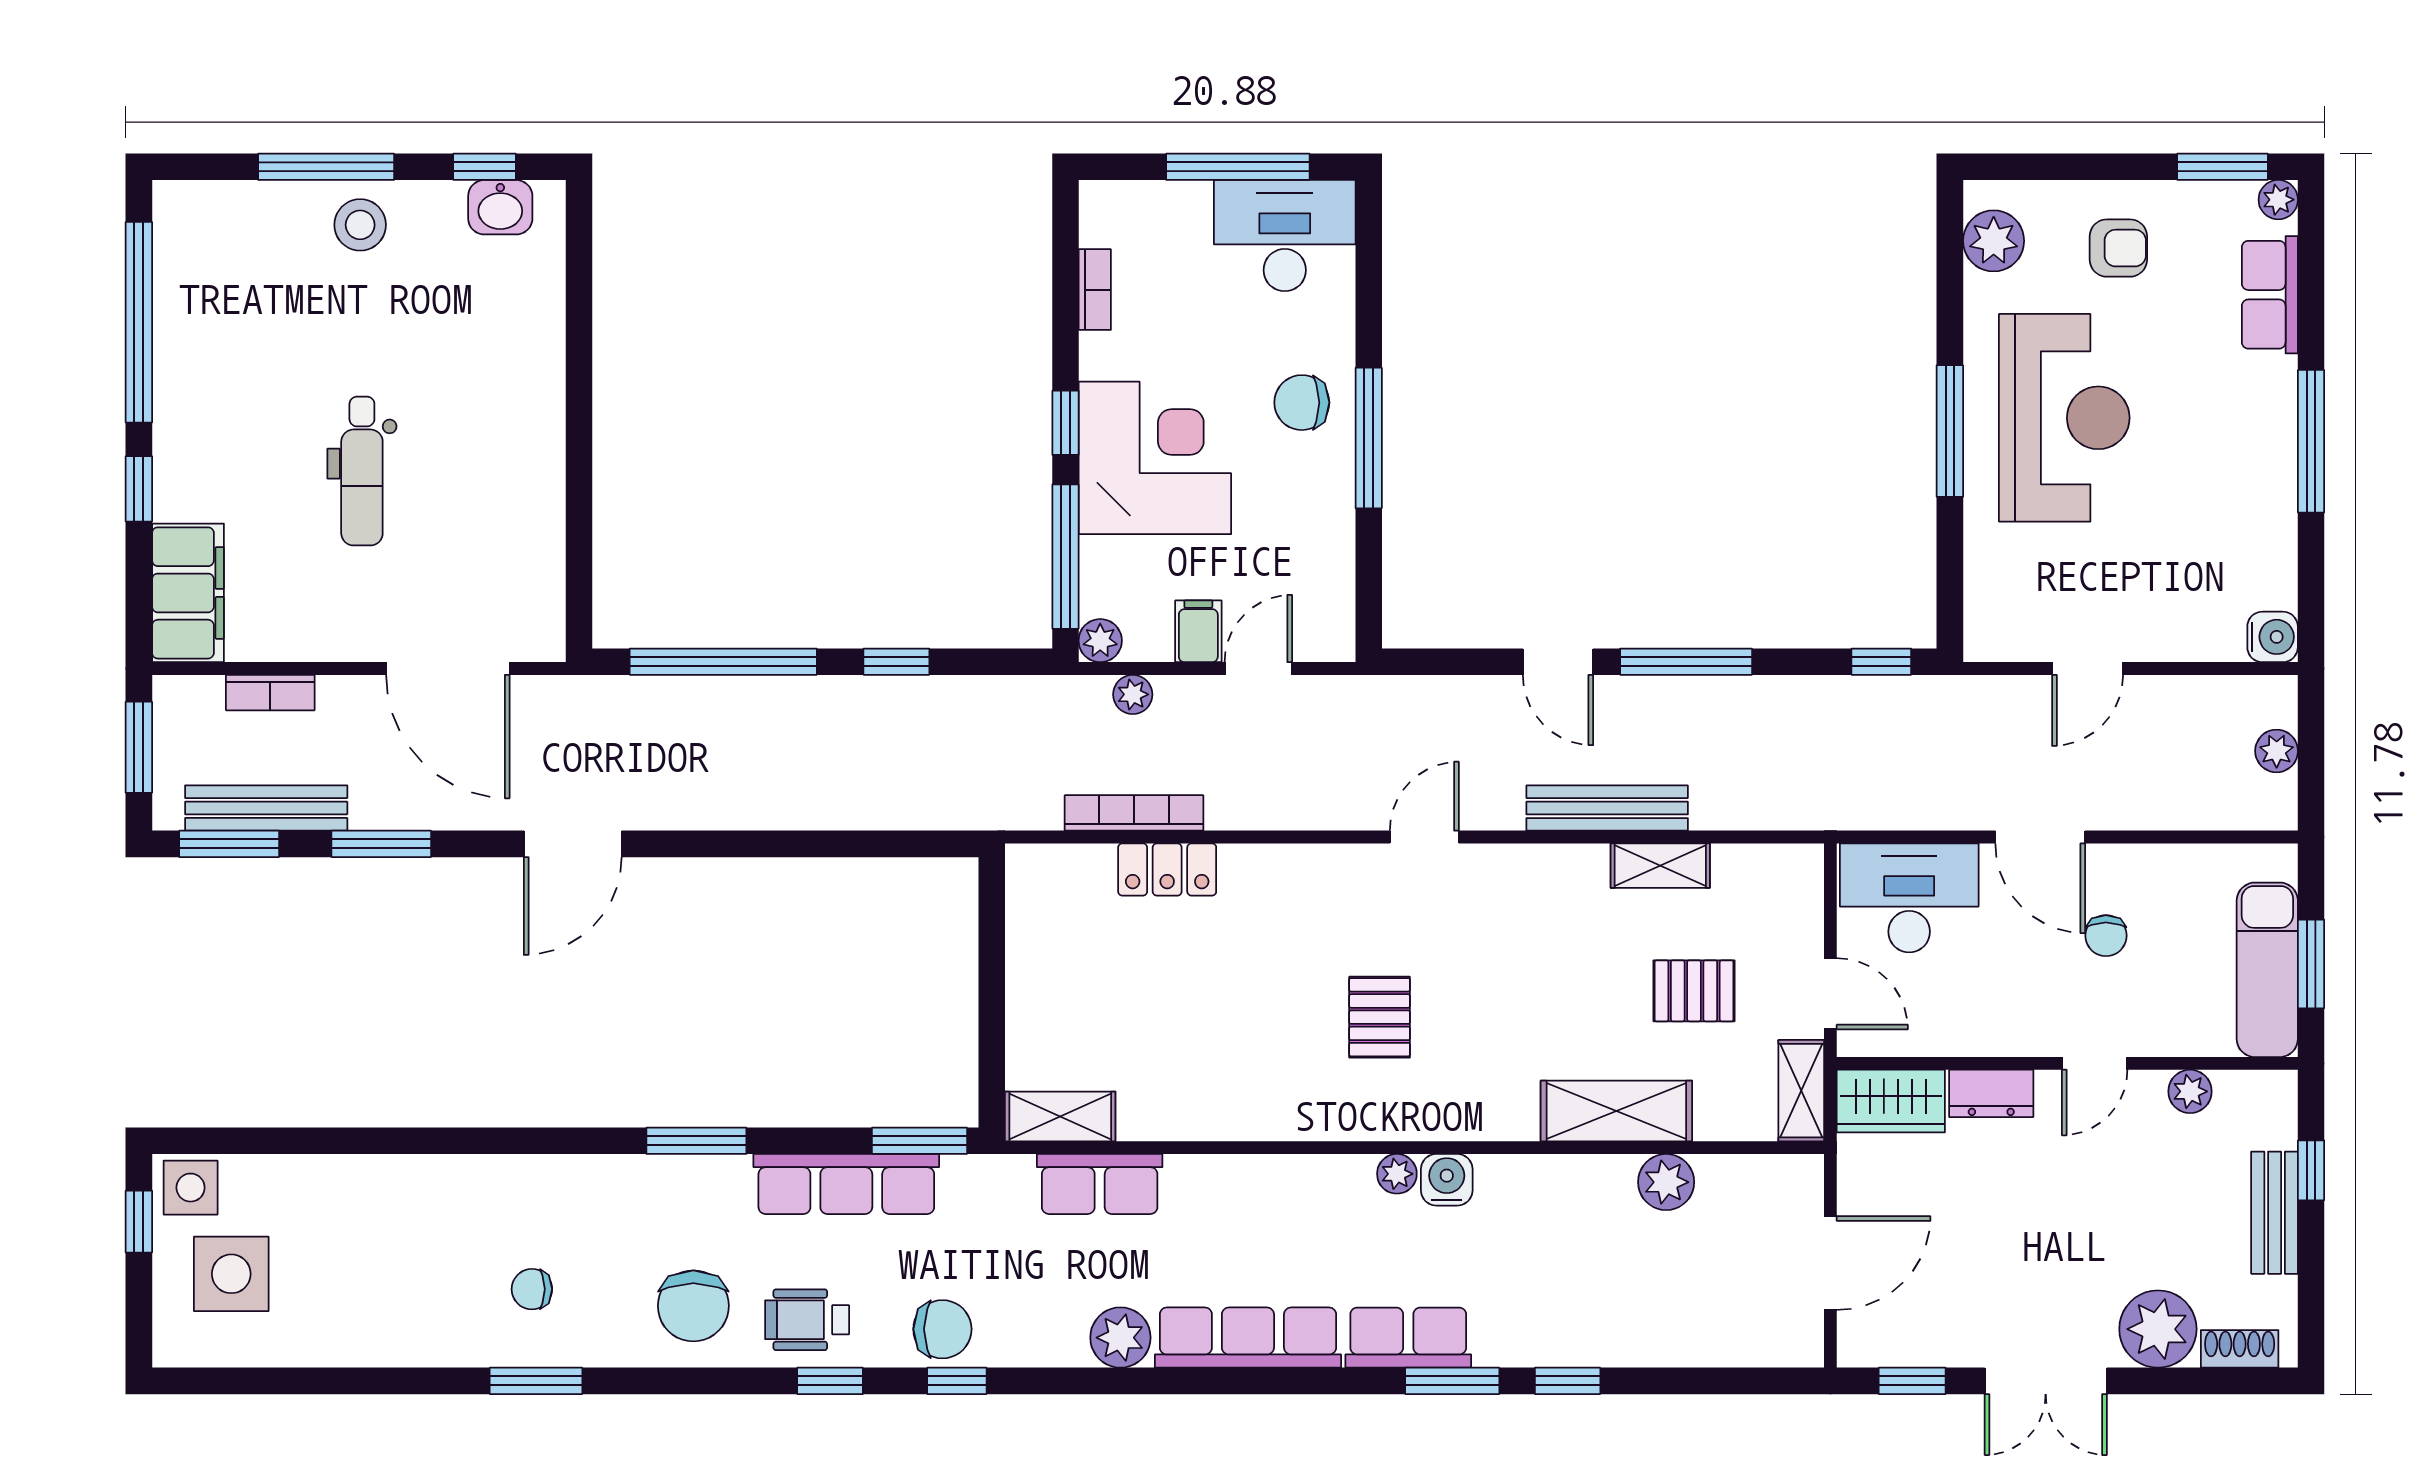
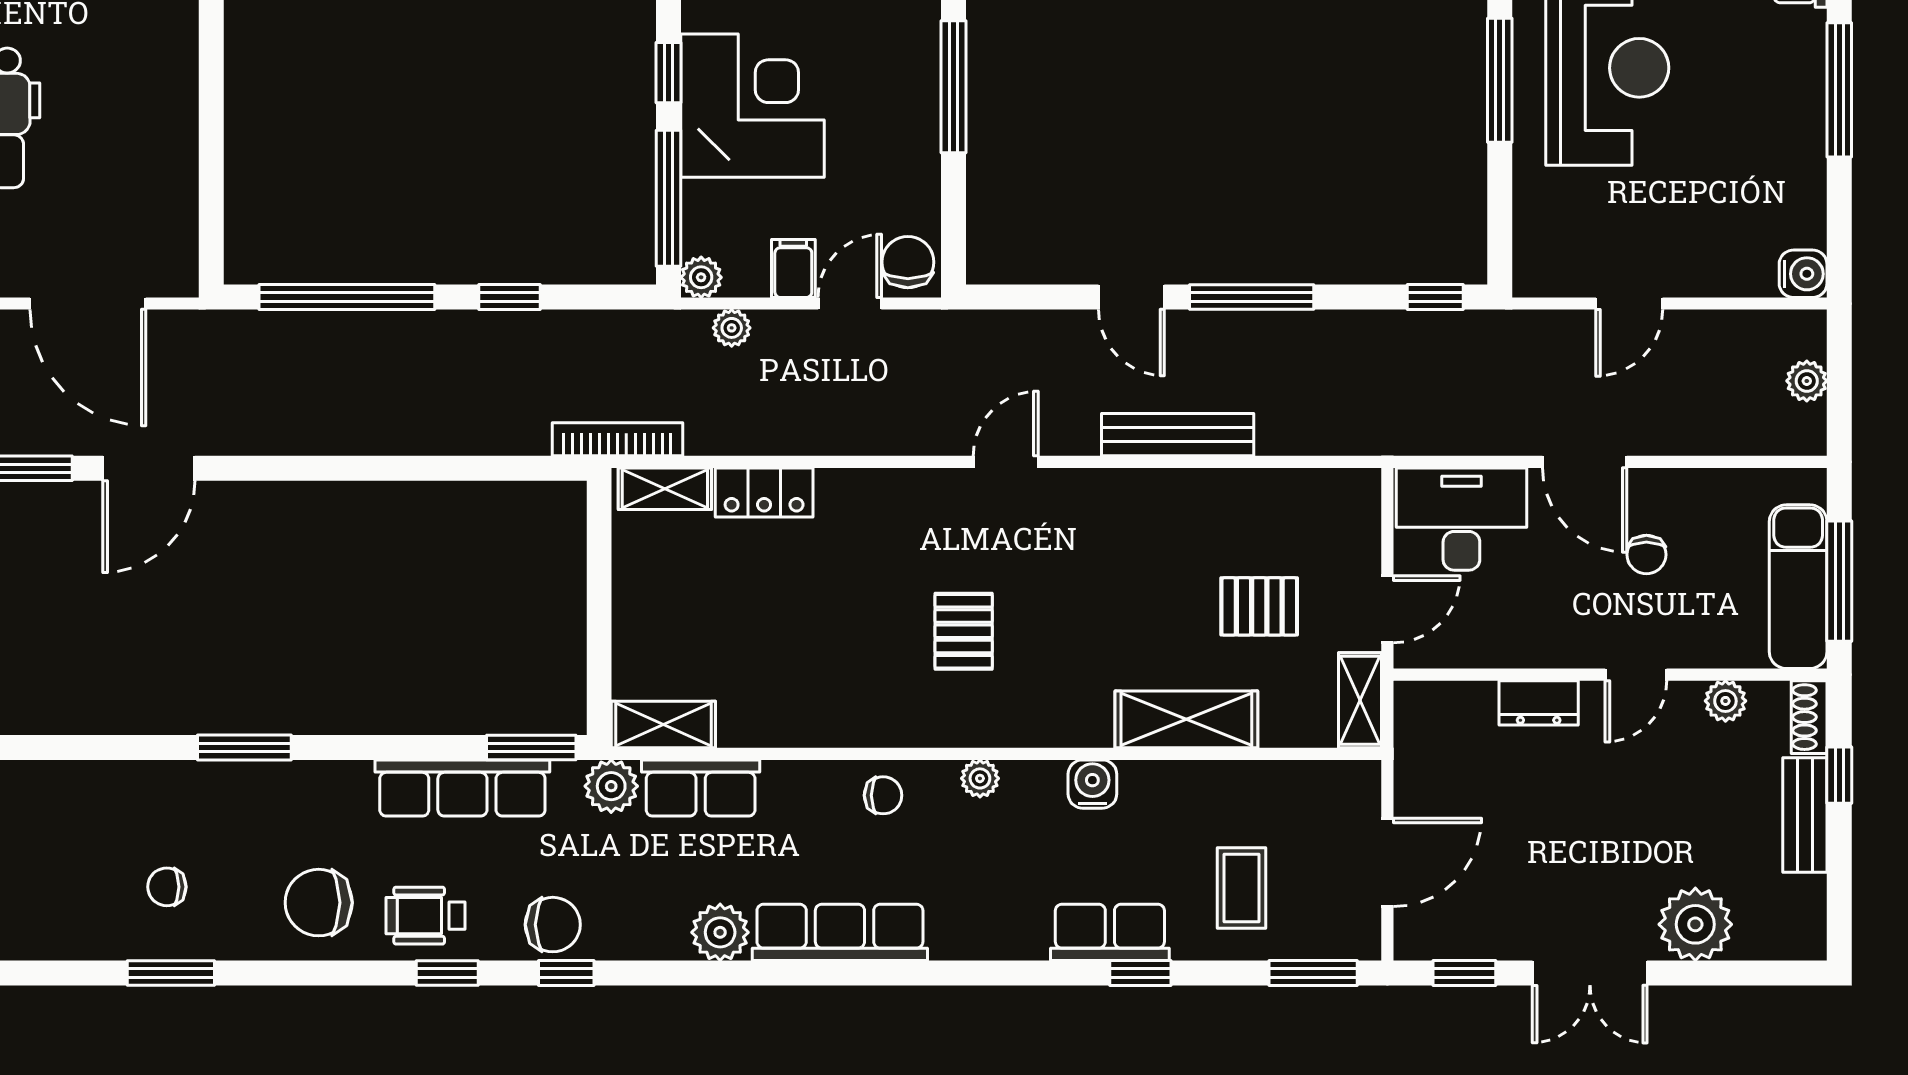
chair: (1302, 403) -> (908, 262), moved, turned 90
bookcase: (1134, 813) -> (617, 439), moved
door: (573, 844) -> (149, 468), moved
shelving: (1660, 866) -> (665, 489), moved
window: (2311, 964) -> (1839, 581), width x1.44
door: (1830, 994) -> (1387, 609), hinge flipped
wardrobe: (1891, 1101) -> (1444, 710), removed
window: (696, 1141) -> (244, 747), moved
water cooler: (1447, 1180) -> (1092, 784), moved
plant: (1666, 1182) -> (611, 786), moved
chair: (1294, 1192) -> (883, 795), added
coffee table: (1675, 1290) -> (1242, 888), added
chair: (693, 1306) -> (319, 903), turned 90
row of seats: (1408, 1338) -> (1110, 932), moved
shoe rack: (2240, 1349) -> (1809, 717), moved, turned -90
window: (1452, 1381) -> (1313, 973), moved

